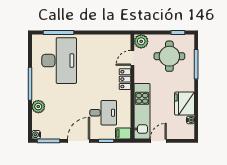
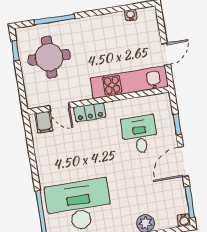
plant: (141, 41) -> (35, 99), removed
fridge: (185, 104) -> (110, 27), removed
filing cabinet: (123, 133) -> (44, 122), moved
door: (79, 141) -> (183, 162), hinge flipped
door: (158, 141) -> (166, 54), swing flipped

